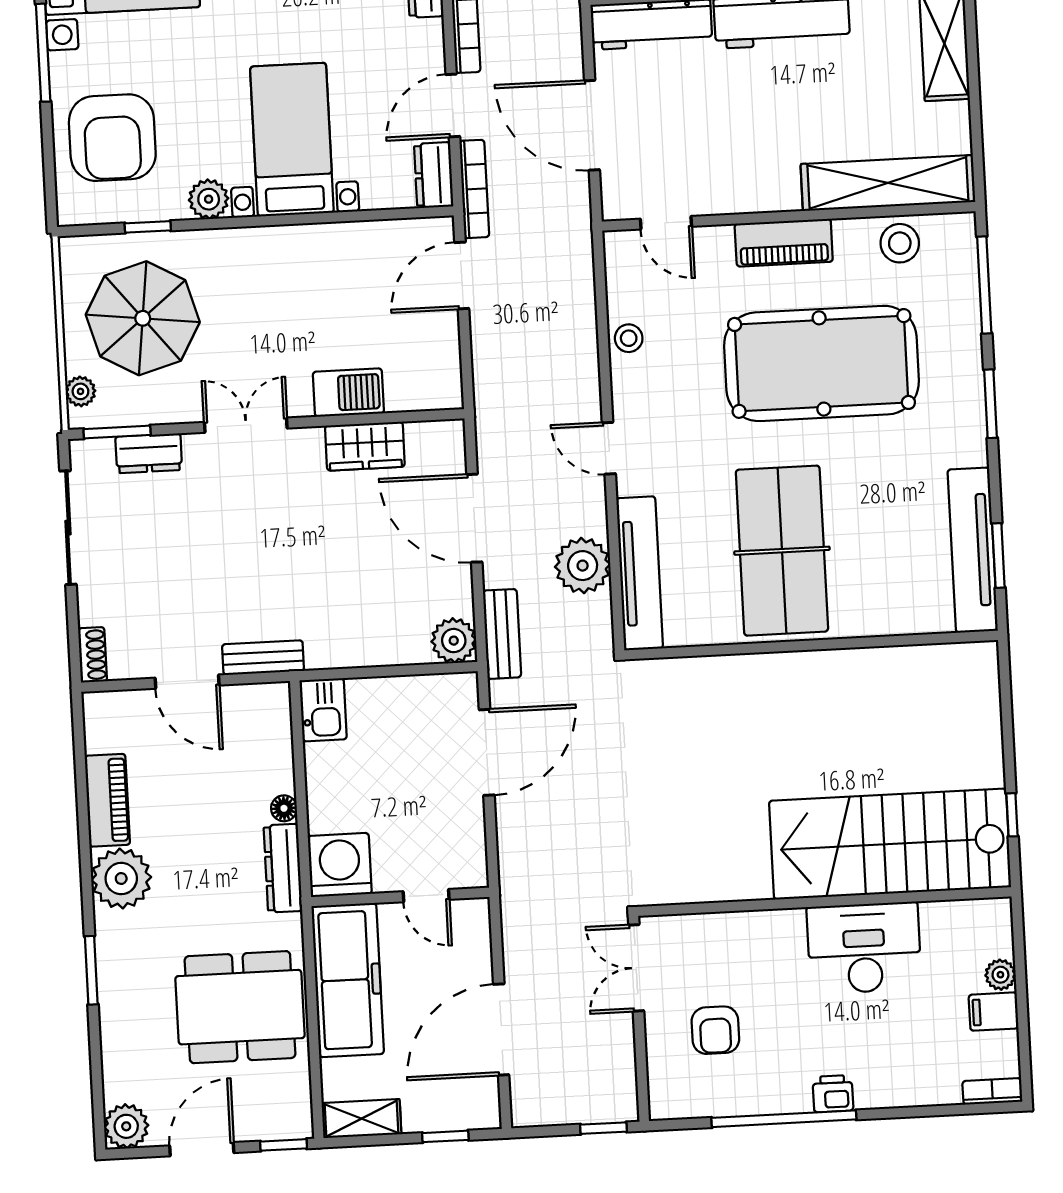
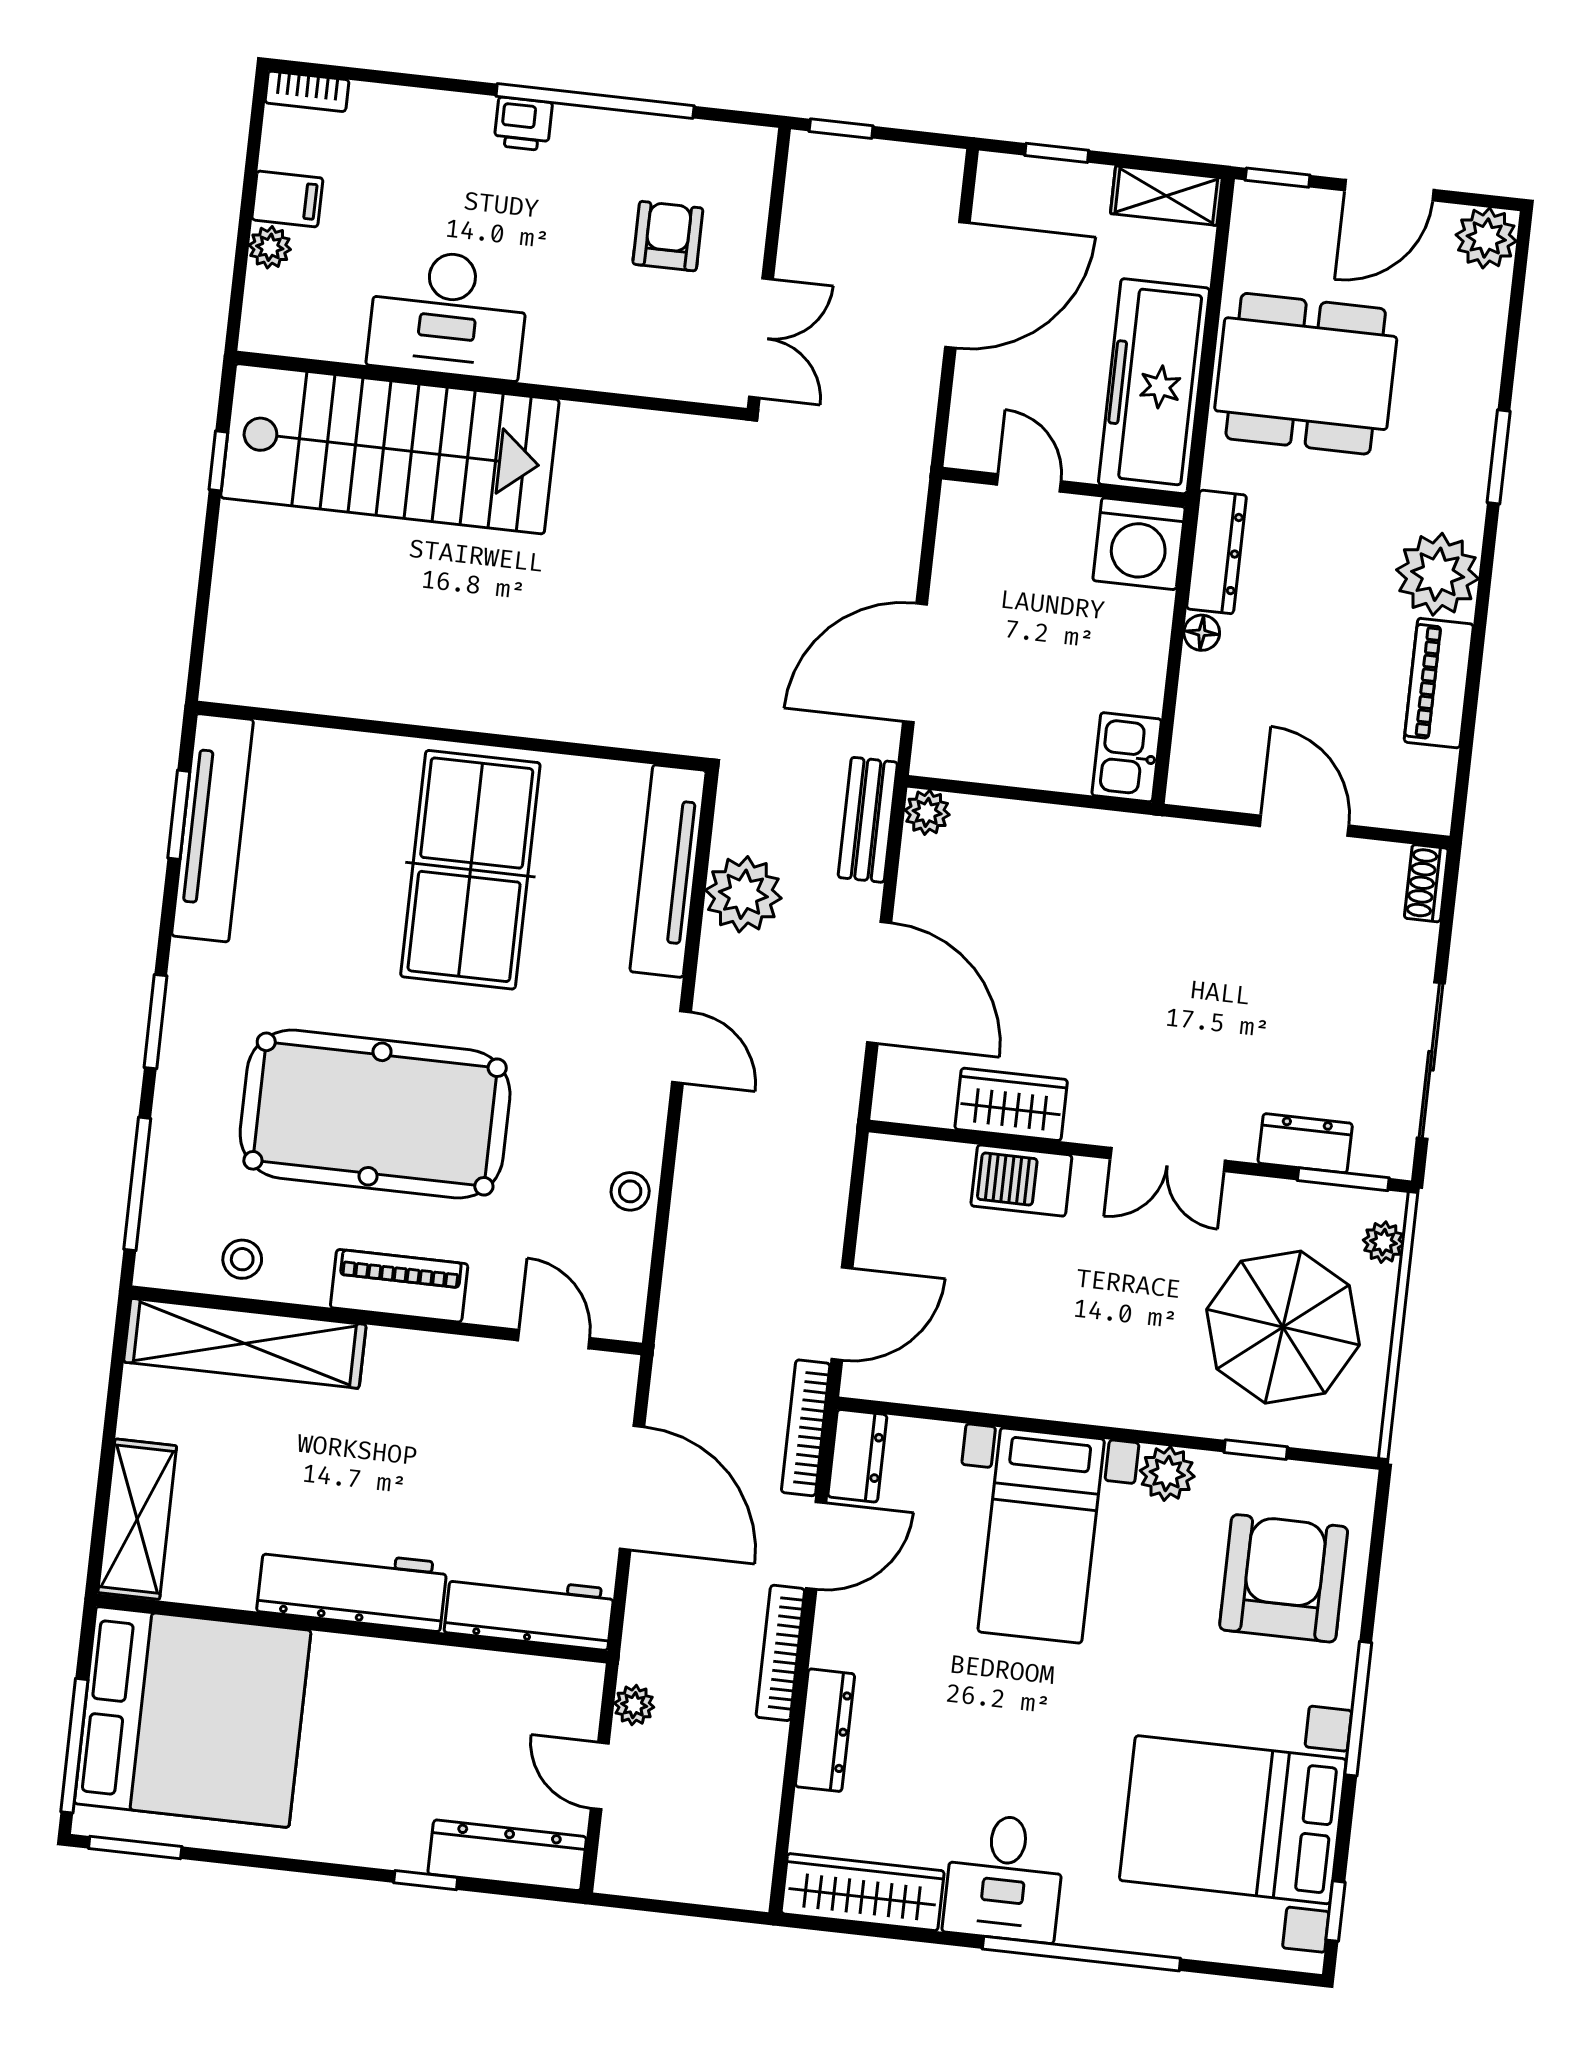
stool: (900, 243) -> (242, 1259), width x0.73, depth x0.73
plant: (454, 641) -> (927, 812), width x0.73, depth x0.73
bench: (263, 658) -> (1196, 841), removed

